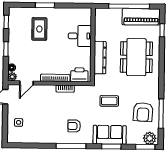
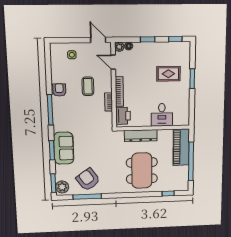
piano: (141, 17) -> (181, 147), moved
dining table: (136, 57) -> (142, 171), turned 90
coffee table: (109, 101) -> (88, 86), moved
armchair: (143, 112) -> (88, 179), turned 52
armchair: (74, 126) -> (59, 90), moved

